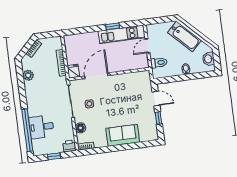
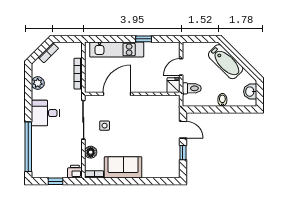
kitchen unit: (122, 34) -> (117, 50), moved
fridge: (73, 71) -> (173, 85), moved
desk: (41, 127) -> (45, 113), moved
sofa: (123, 135) -> (123, 167), moved

